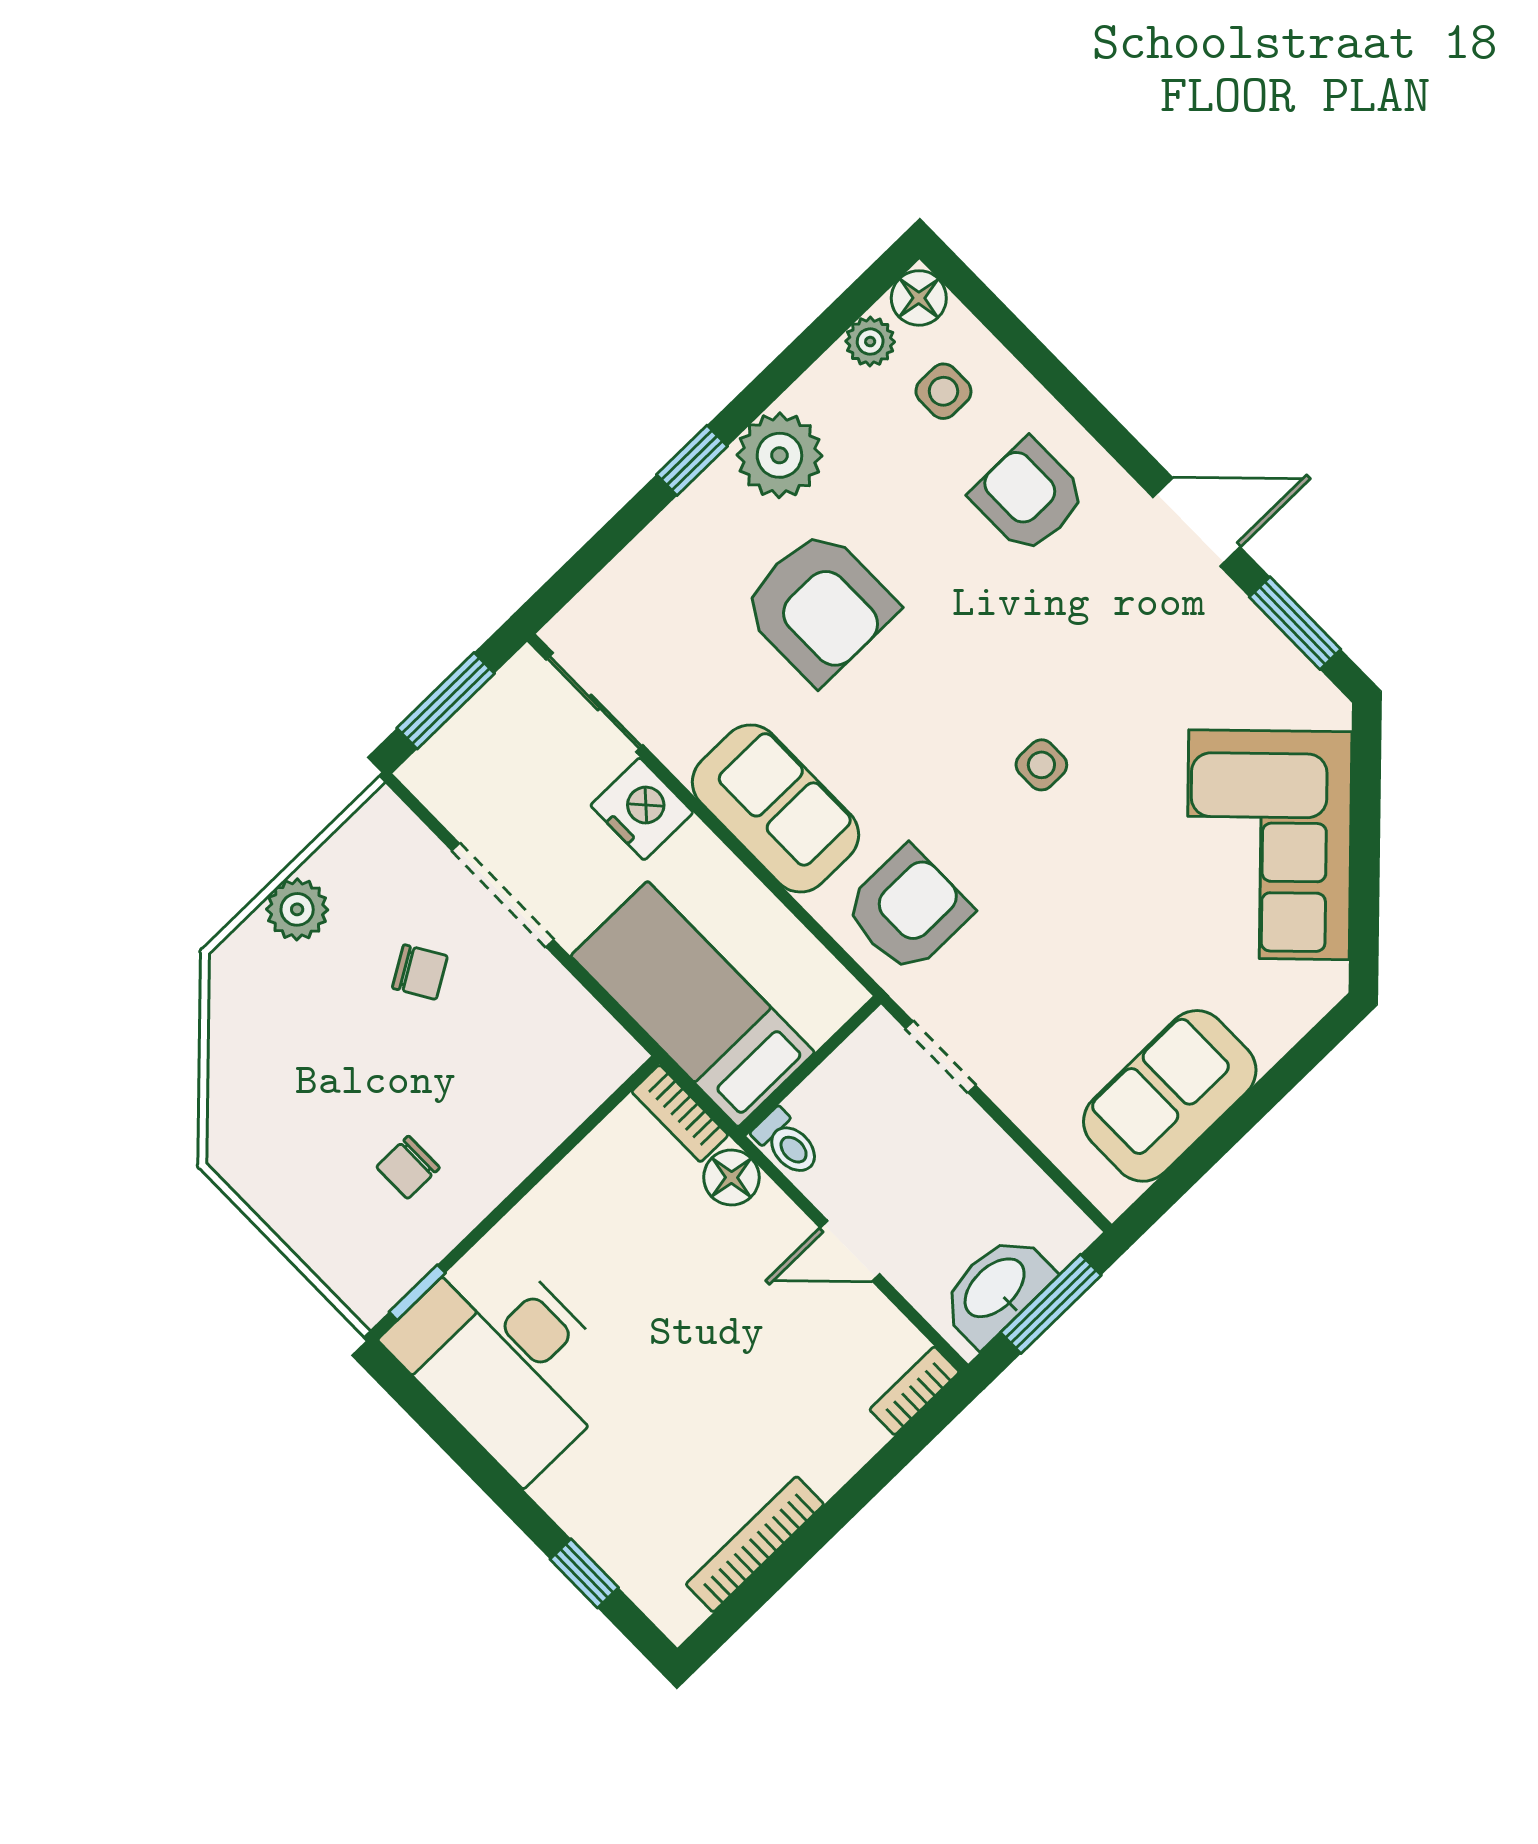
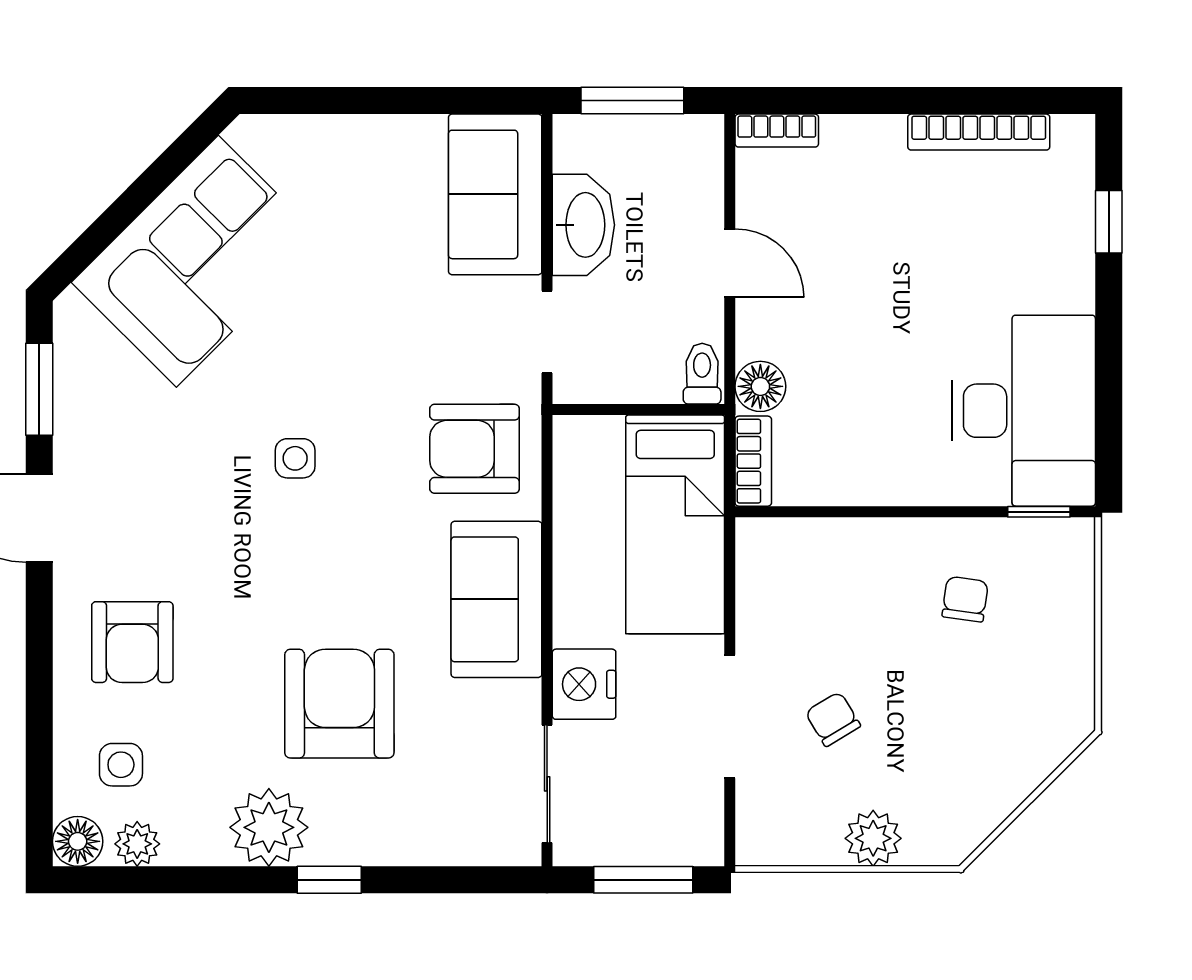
sofa: (1170, 1096) -> (495, 194), moved, turned 90
chair: (408, 1167) -> (965, 599), turned -82
washbasin: (996, 1289) -> (583, 225), moved, turned -90

